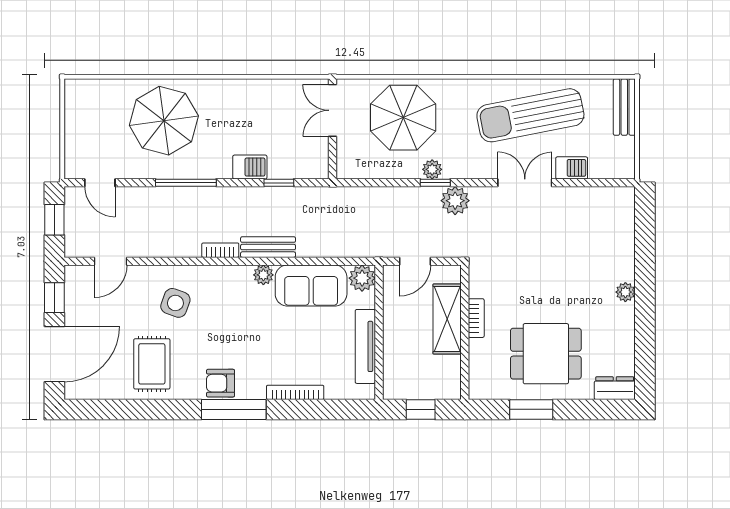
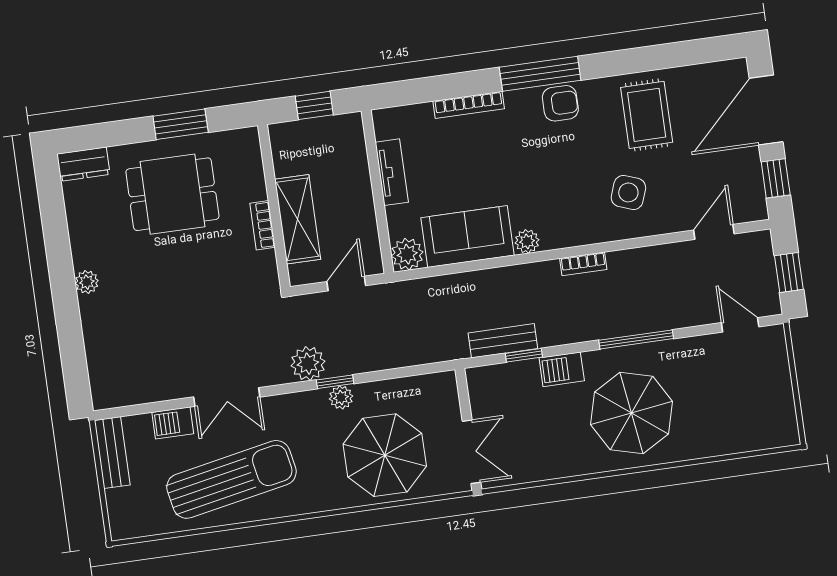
bench: (624, 107) -> (112, 453), moved
parasol: (164, 121) -> (632, 413), moved
bench: (268, 247) -> (503, 341), moved
tv unit: (365, 346) -> (392, 172), width x0.71

